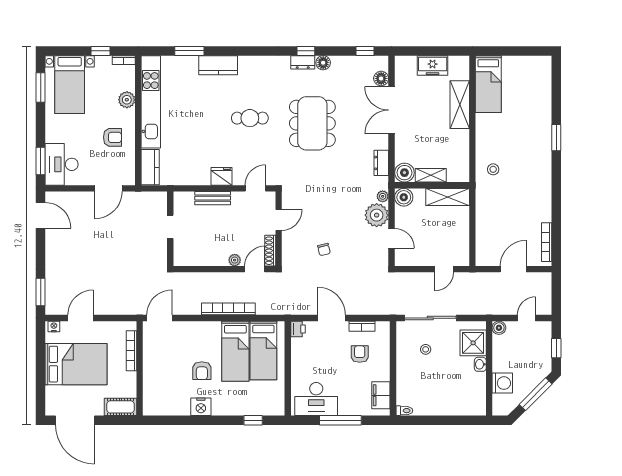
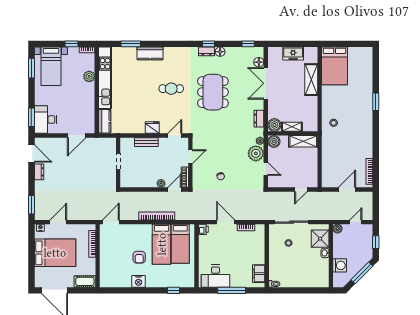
bed: (488, 84) -> (335, 66), width x1.50
armchair: (112, 137) -> (79, 101), removed
dresser: (52, 243) -> (39, 172), added
armchair: (360, 354) -> (244, 246), removed

